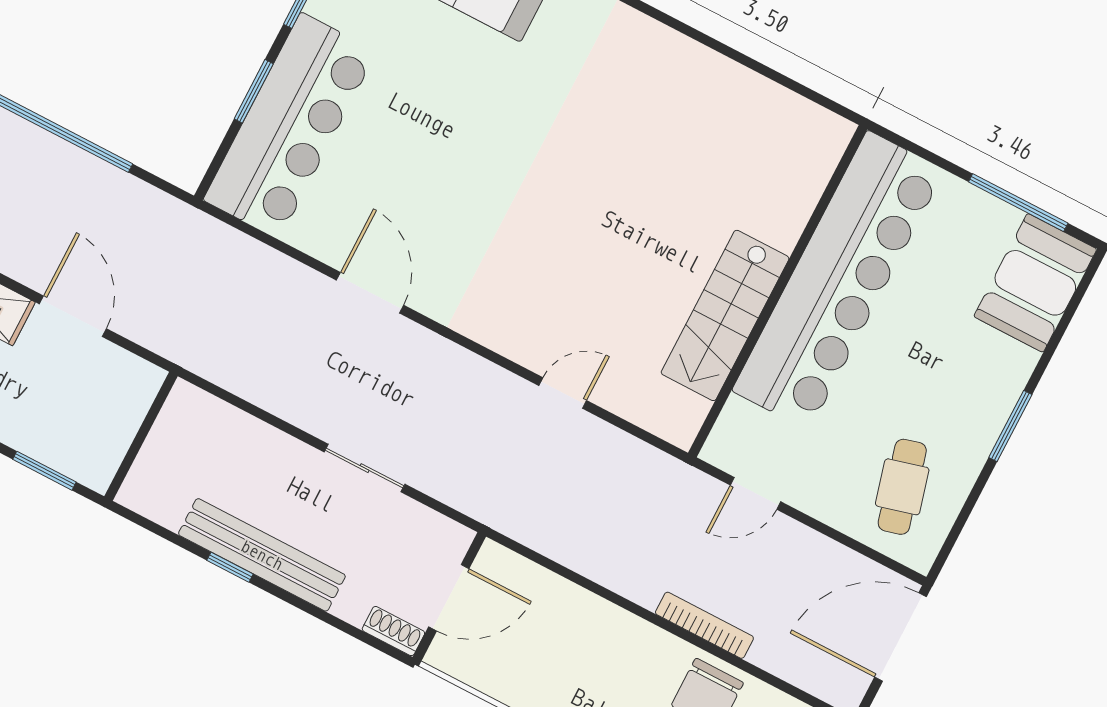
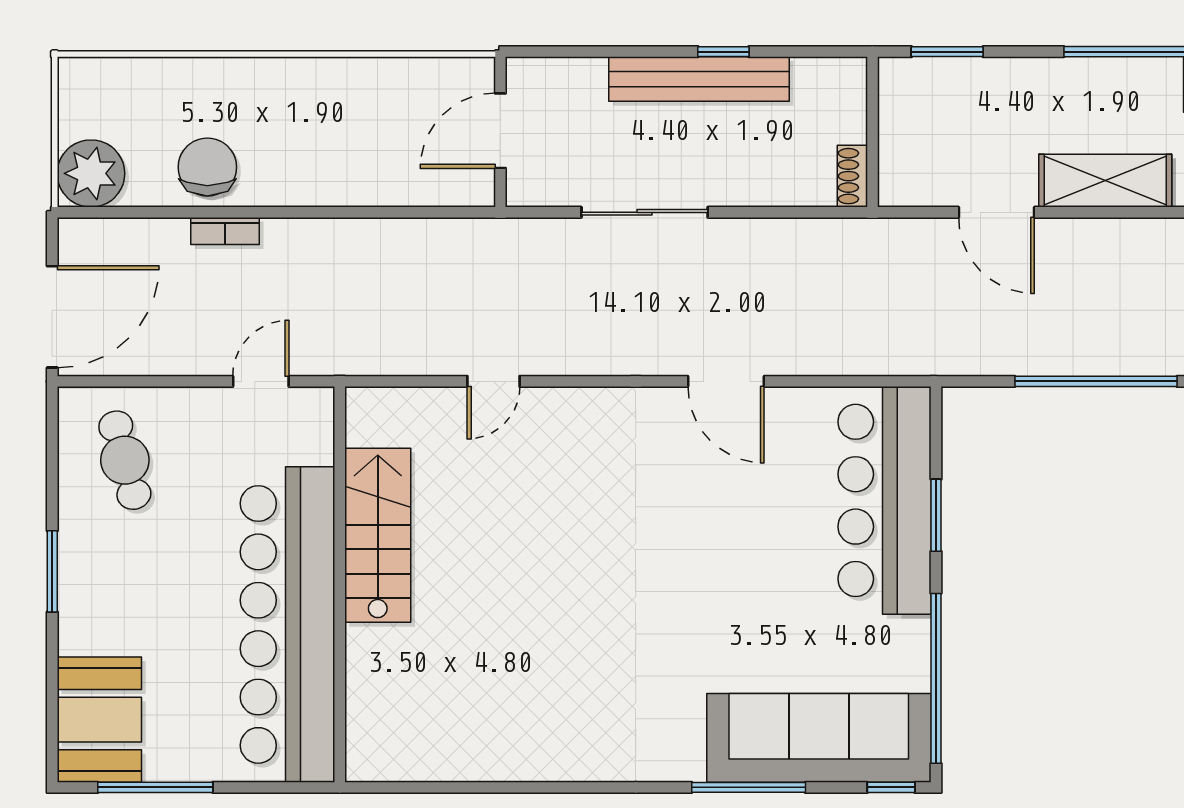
sliding door: (365, 468) -> (645, 212), width x1.37
bookcase: (704, 625) -> (225, 231), width x0.64
shoe rack: (393, 631) -> (852, 176), moved, turned 90

